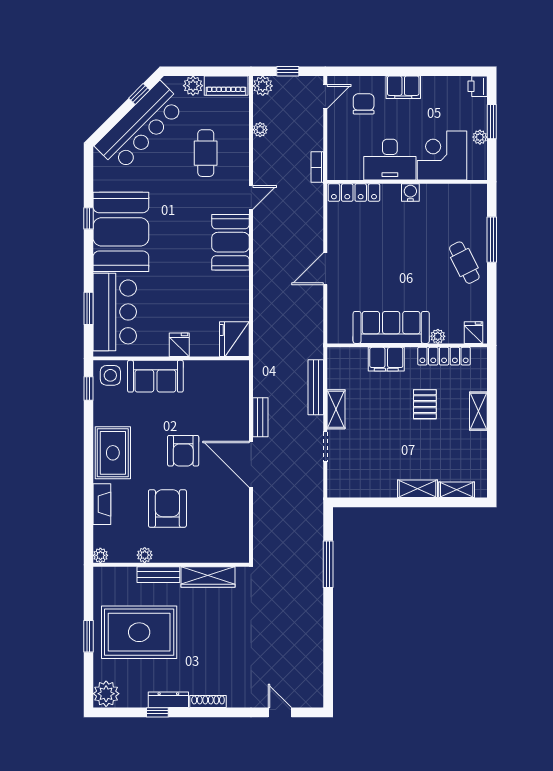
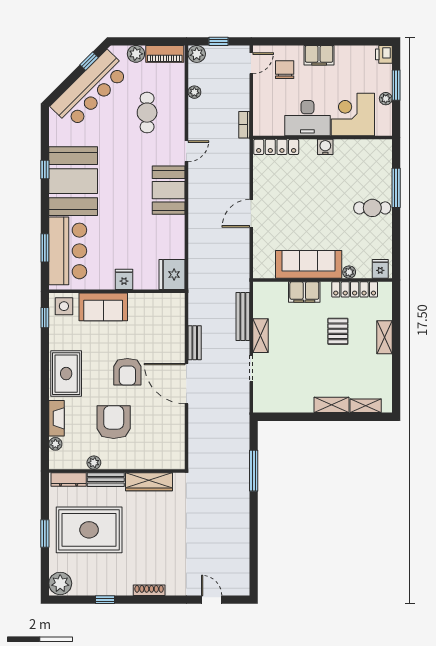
cafe table: (464, 263) -> (372, 208), turned -63
plant: (100, 555) -> (55, 444), moved
dresser: (168, 700) -> (69, 479), moved, turned 180

